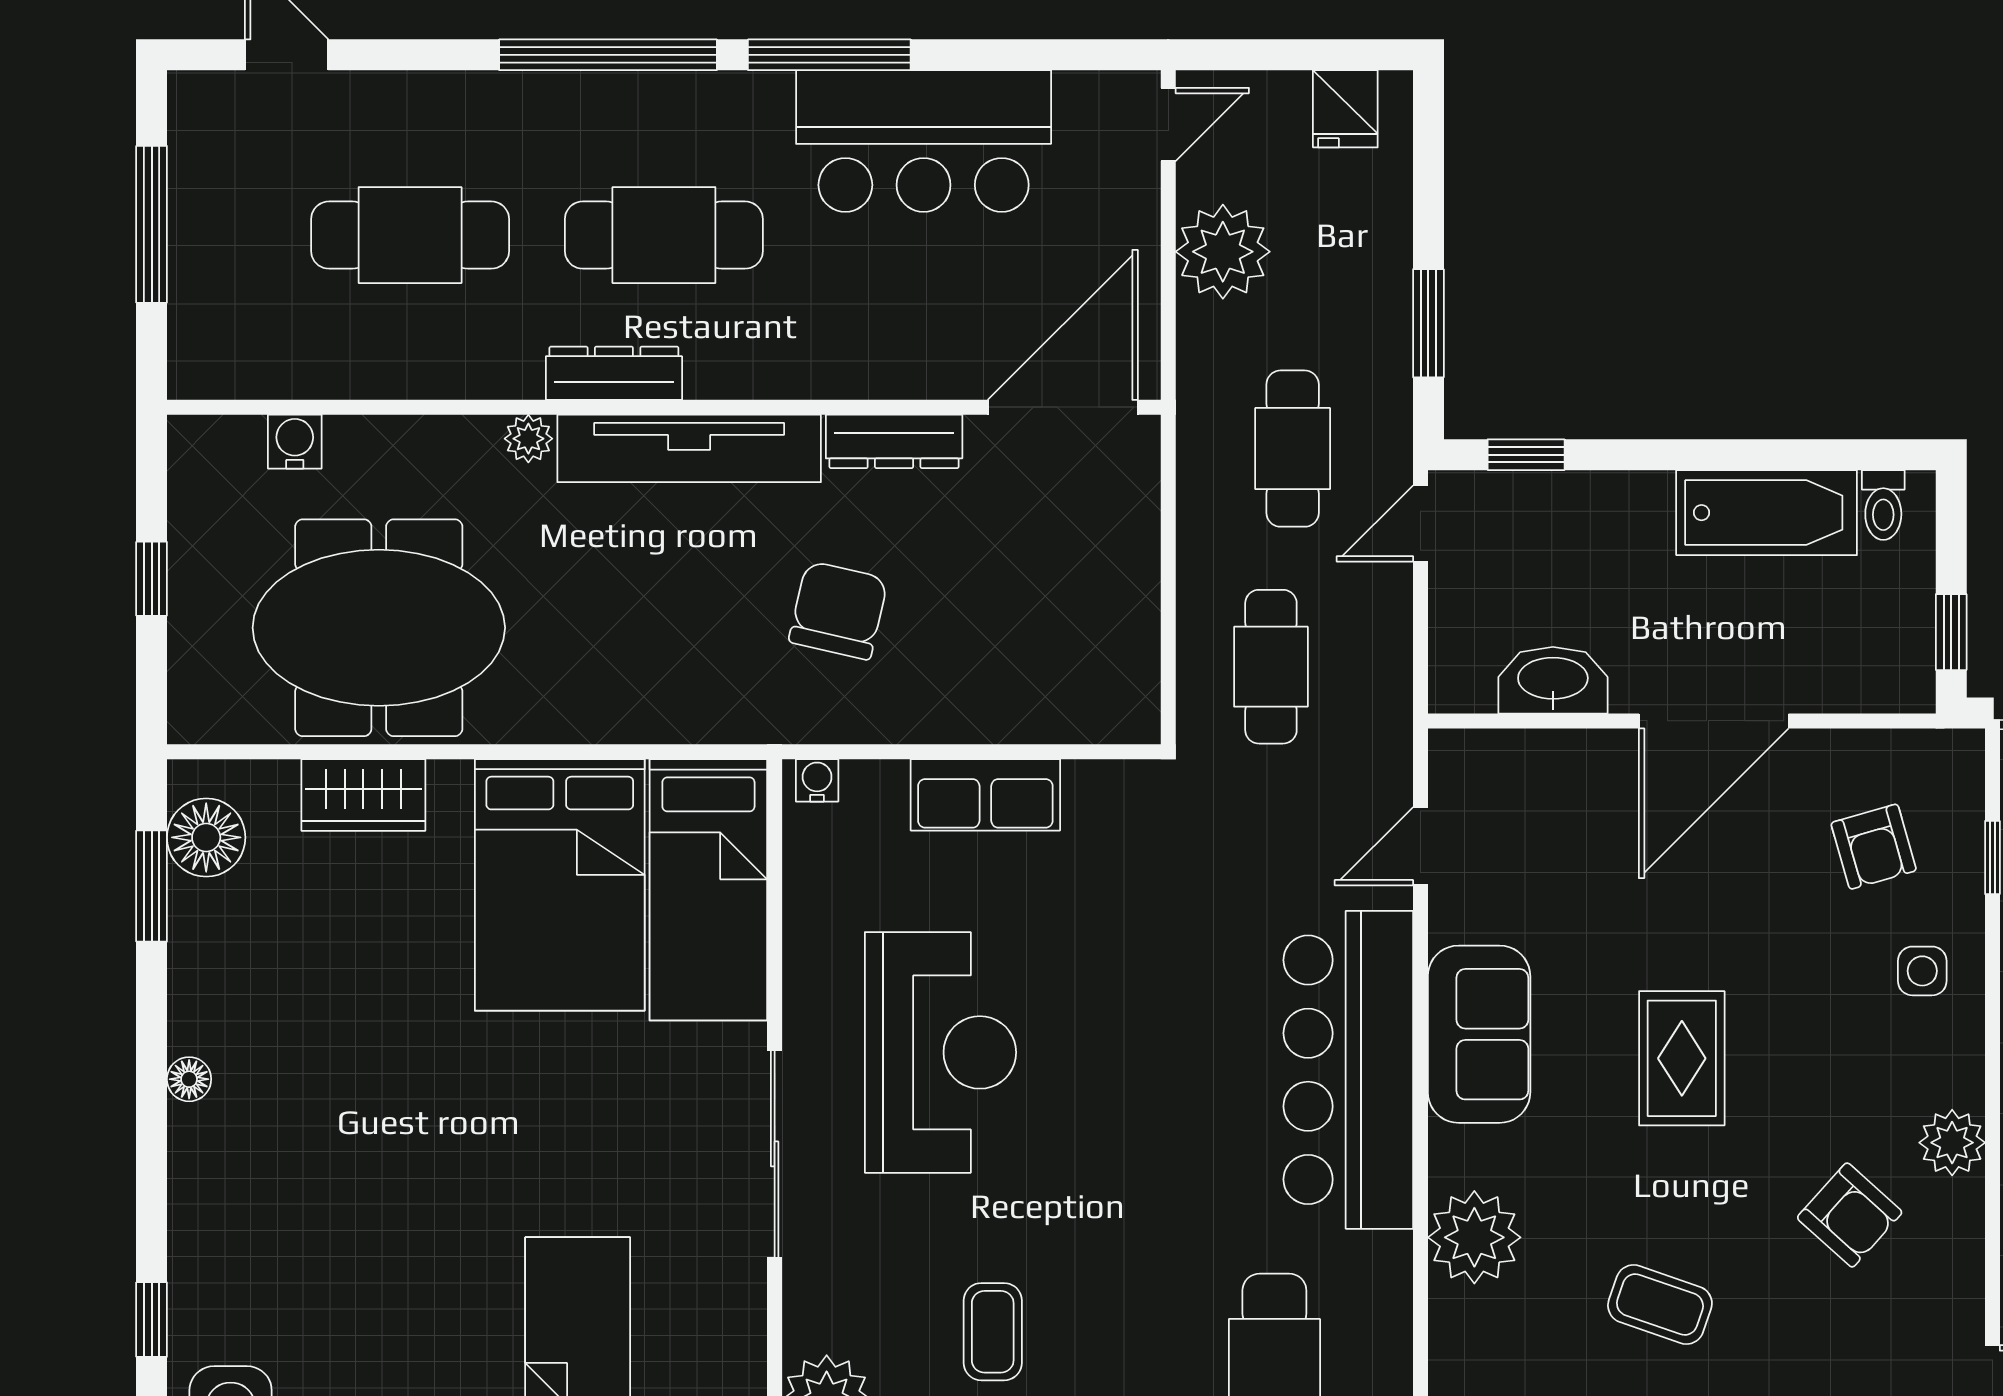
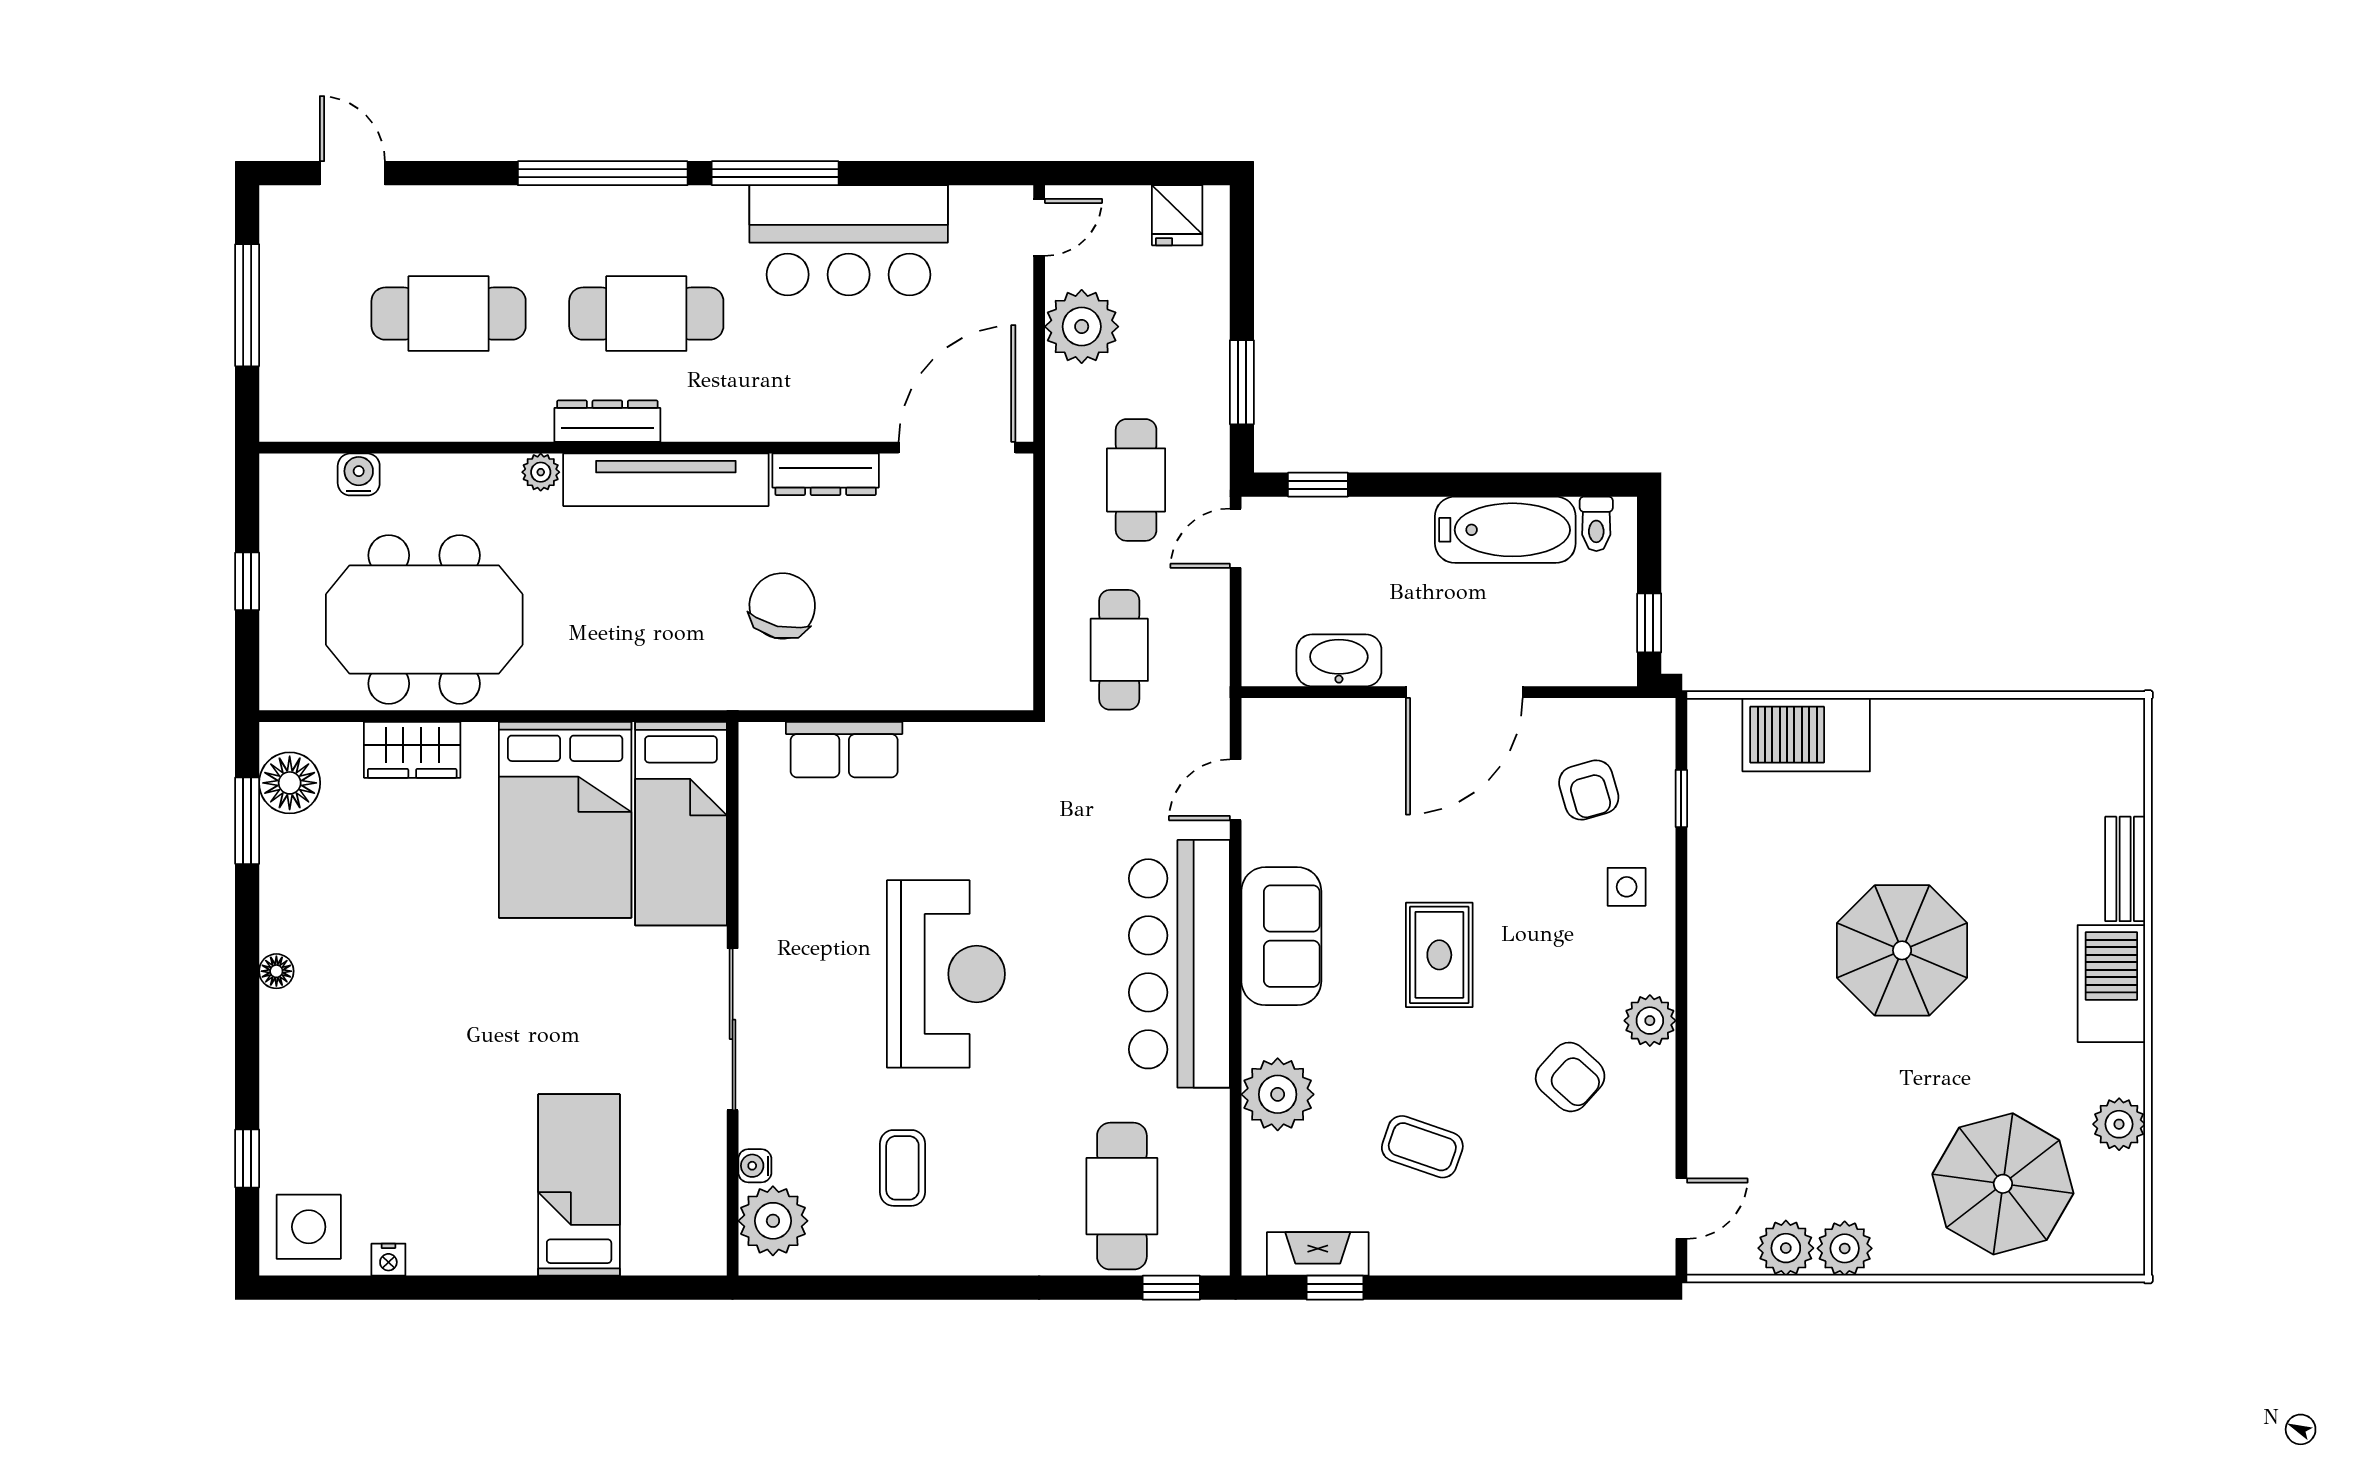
water cooler: (817, 780) -> (755, 1166), moved, turned -90
row of seats: (985, 795) -> (844, 750), moved
reception desk: (940, 1052) -> (946, 974), moved

